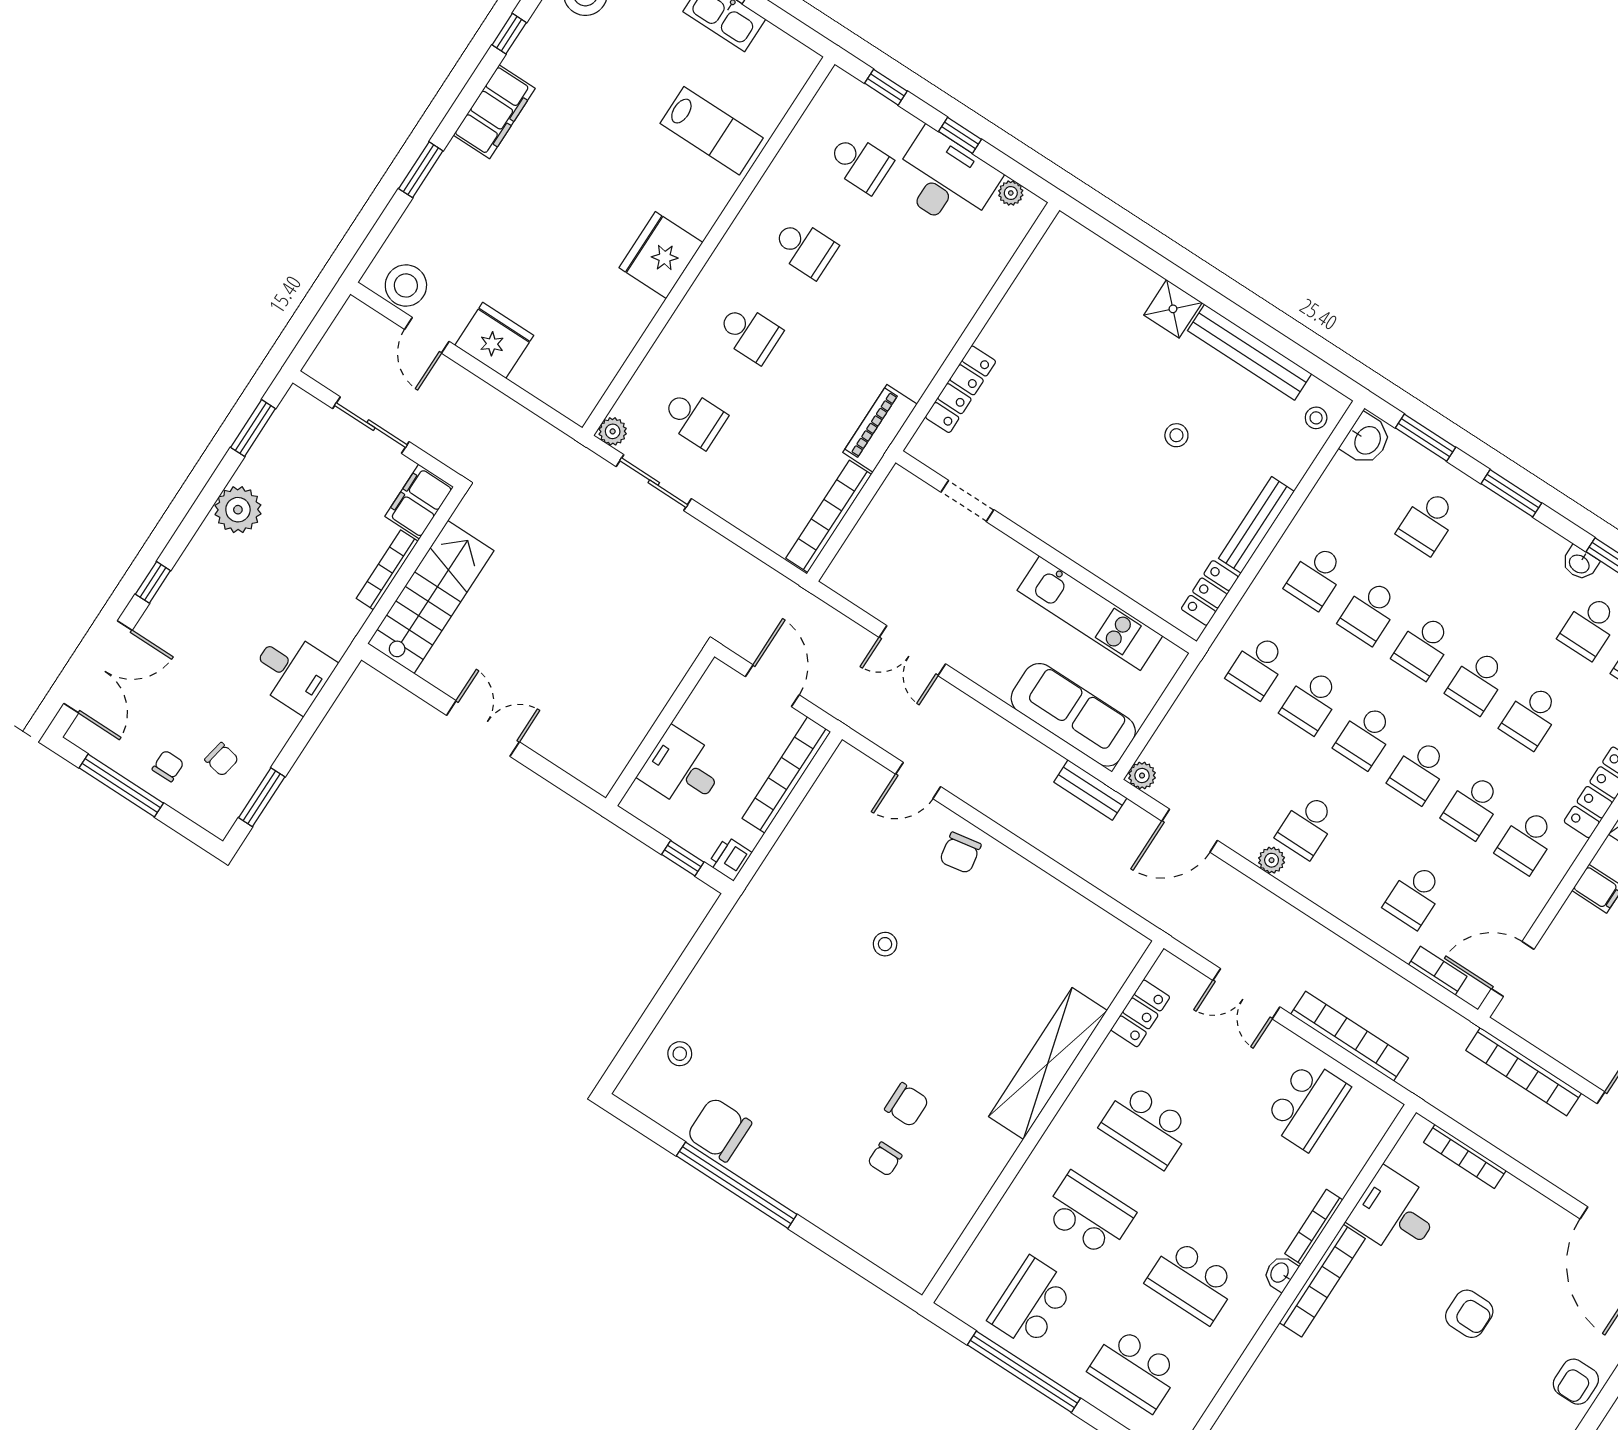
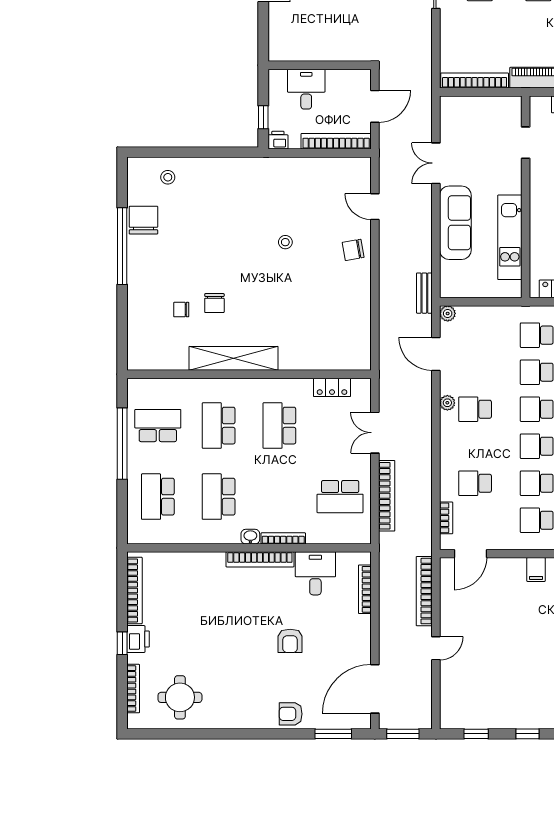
sofa: (1073, 715) -> (455, 223), moved
door: (1513, 969) -> (470, 554), swing flipped
shelving: (1048, 1063) -> (234, 358), moved
school desk: (1089, 1214) -> (219, 426), turned 180

